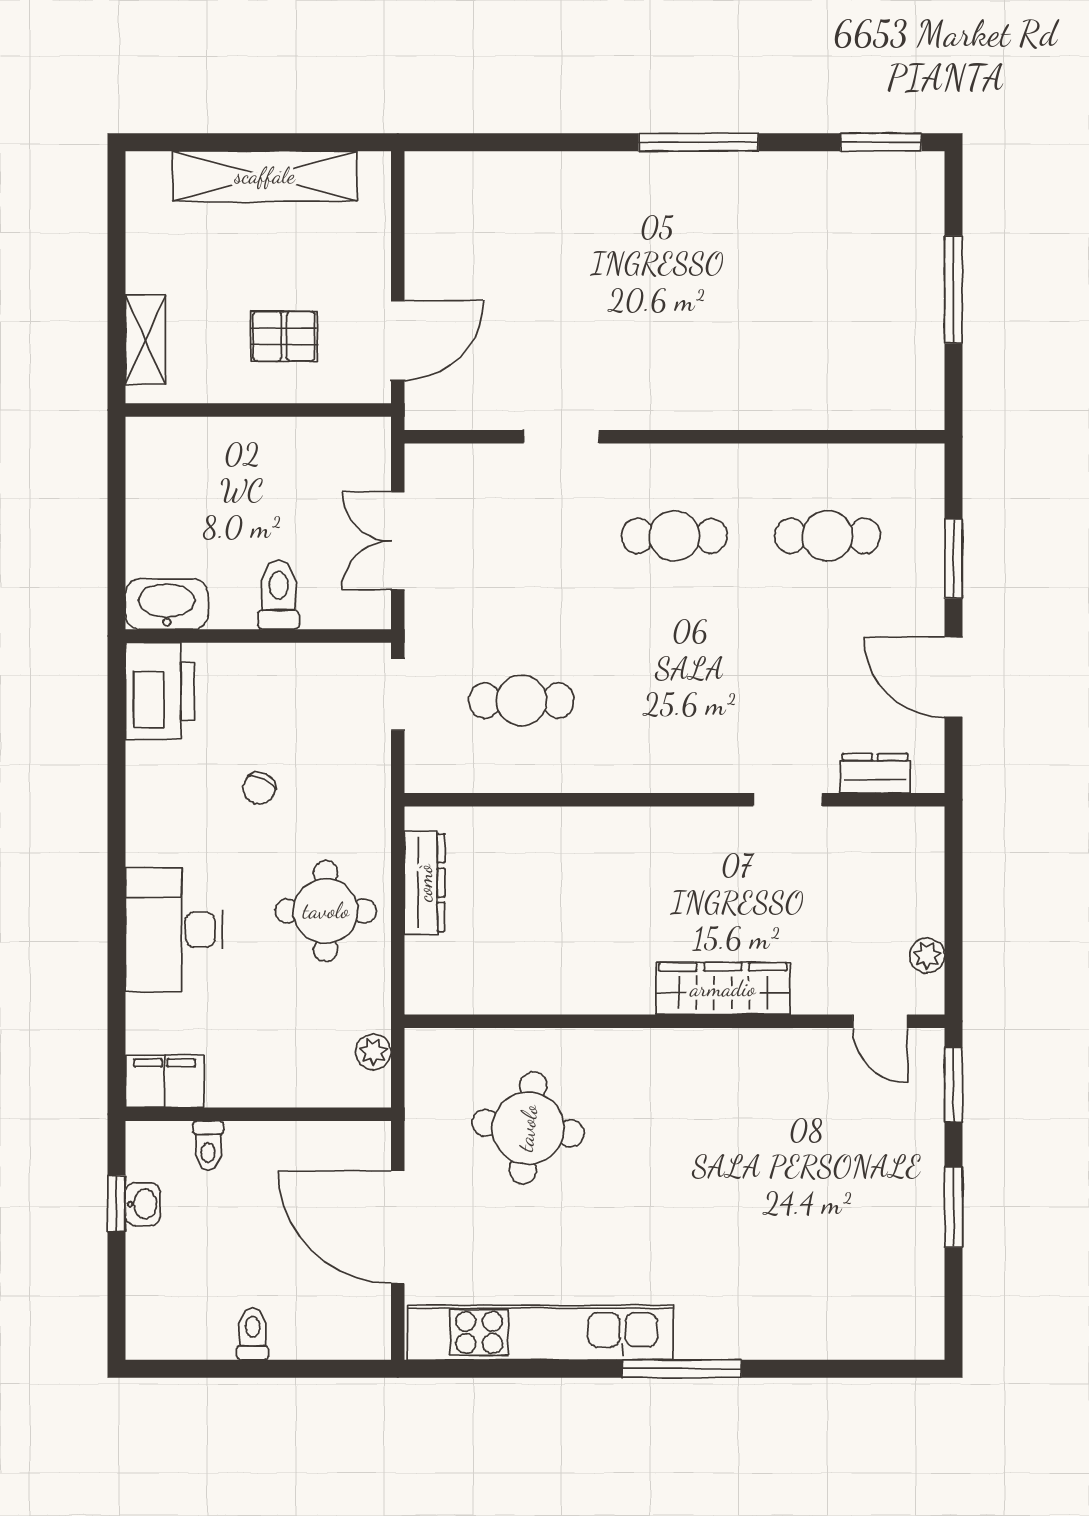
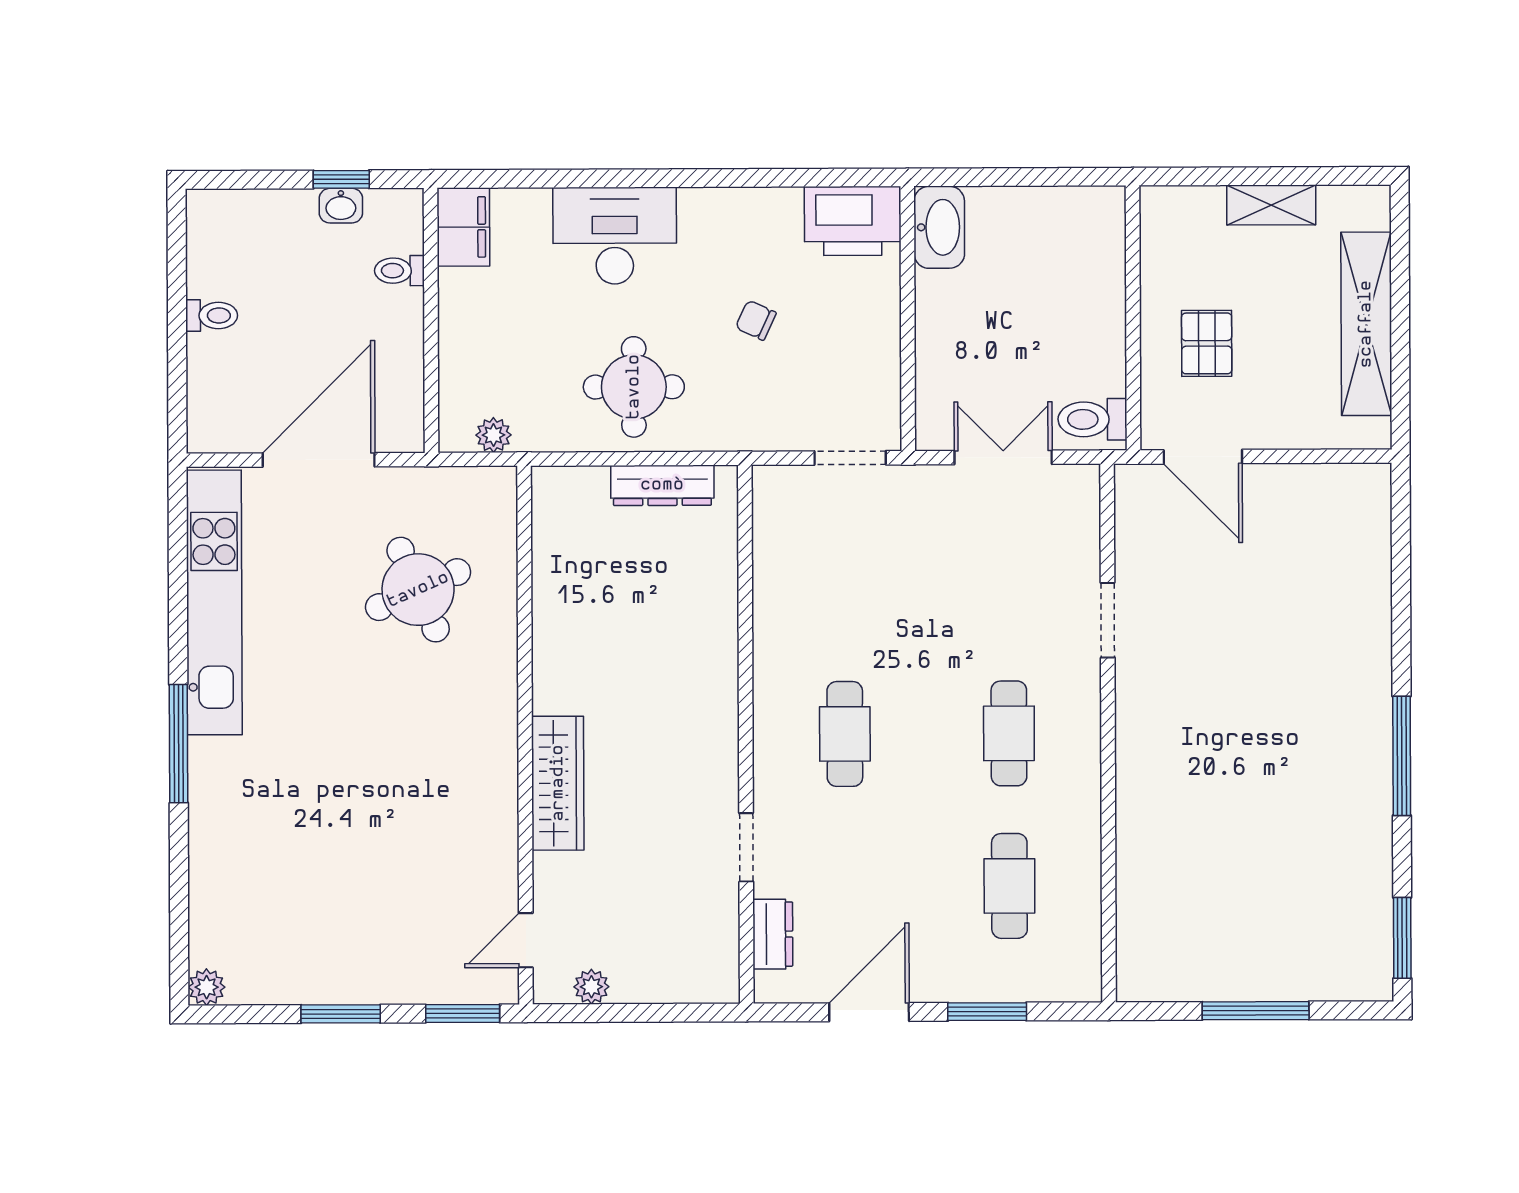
shelving: (145, 340) -> (1271, 205), moved
toilet: (279, 595) -> (1092, 419), moved, turned 180
cafe table: (521, 701) -> (845, 734), moved
round table: (528, 1128) -> (418, 590), turned -31
plant: (926, 1342) -> (207, 987), added

